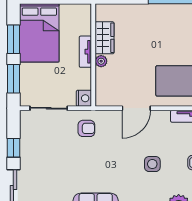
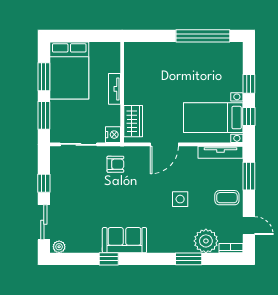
wardrobe: (104, 38) -> (133, 121), moved
plant: (101, 61) -> (130, 98), removed

